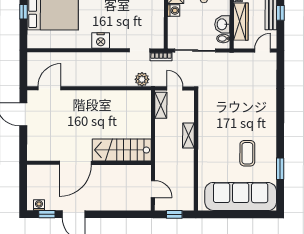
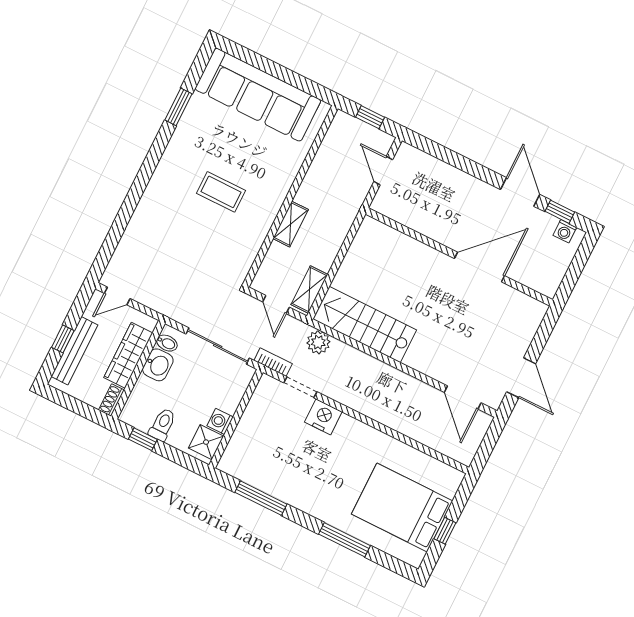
nightstand: (101, 41) -> (323, 417), moved
door: (50, 88) -> (463, 398), hinge flipped
stairs: (122, 150) -> (365, 325), moved, turned 180
coffee table: (247, 153) -> (221, 192), moved, turned 90

